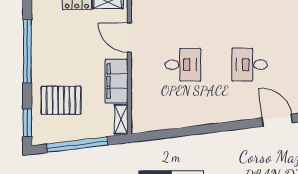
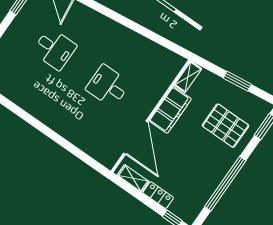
door: (129, 38) -> (136, 138), width x1.36
window: (77, 145) -> (237, 81), width x0.47

